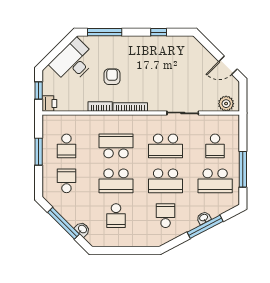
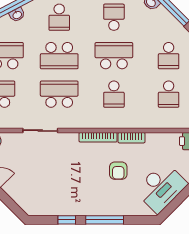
window: (105, 32) -> (105, 220), moved
school desk: (66, 146) -> (169, 94), turned 180
school desk: (116, 146) -> (114, 94), width x0.54
school desk: (166, 181) -> (59, 56), turned 180

